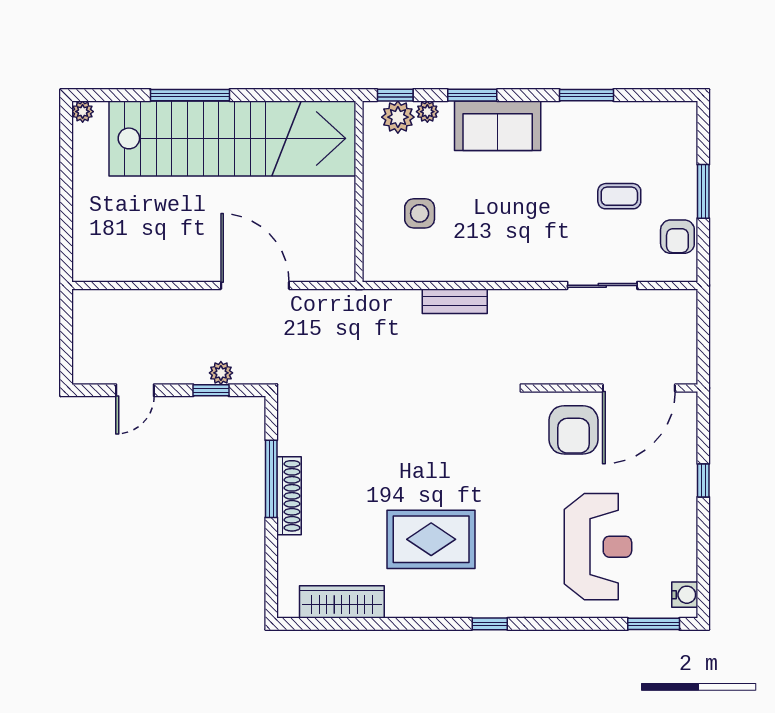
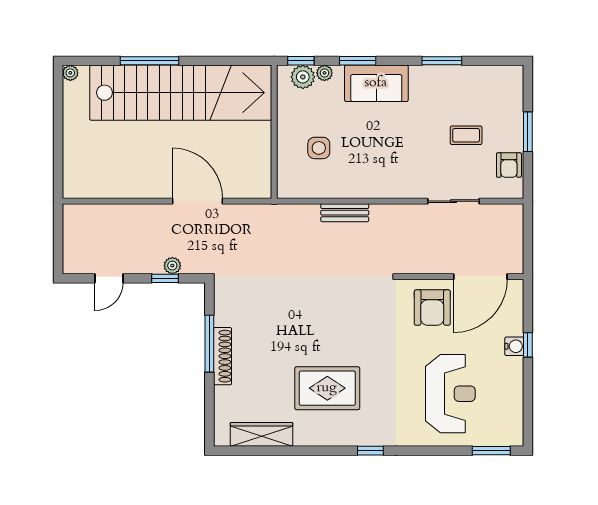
water cooler: (685, 595) -> (514, 346), moved

